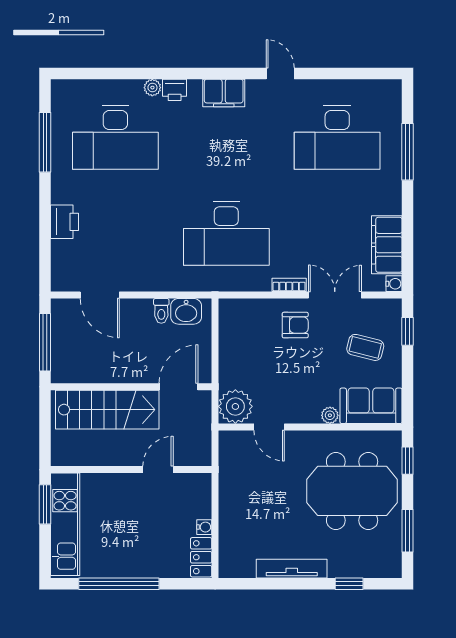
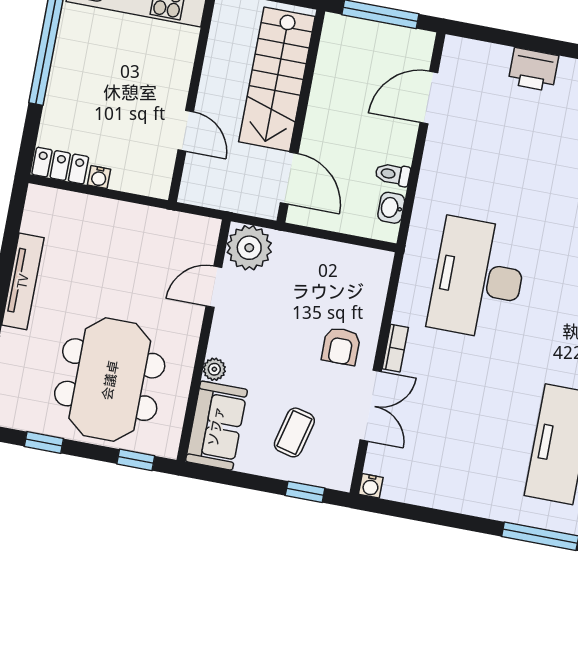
filing cabinet: (387, 245) -> (423, 486), removed
washbasin: (186, 311) -> (391, 208), width x0.72, depth x0.69
window: (408, 531) -> (44, 442), width x0.67

